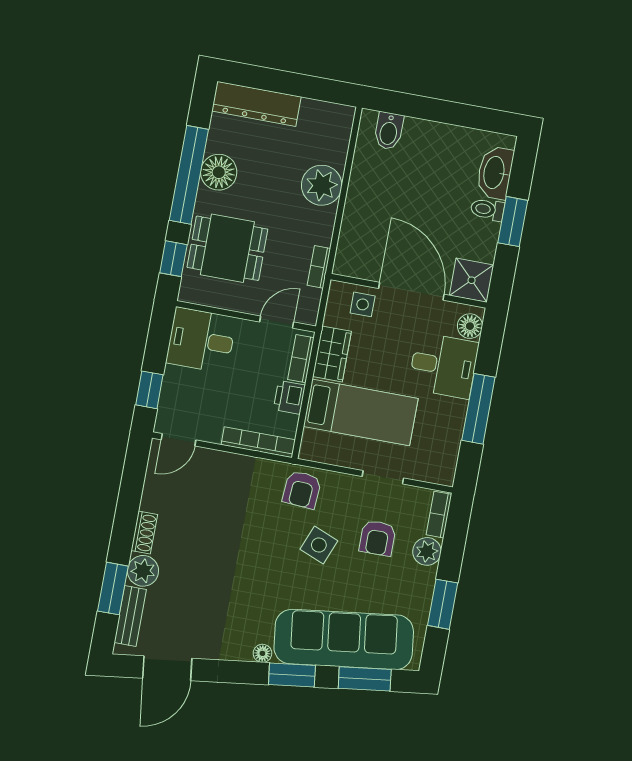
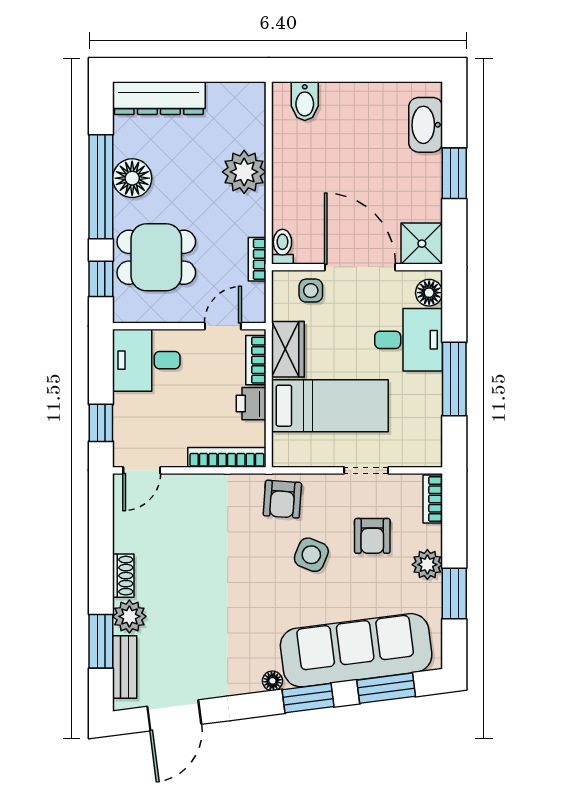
toilet: (487, 210) -> (282, 247), moved, turned 90
plant: (427, 551) -> (427, 565), moved

